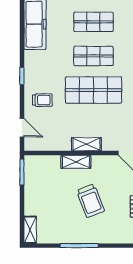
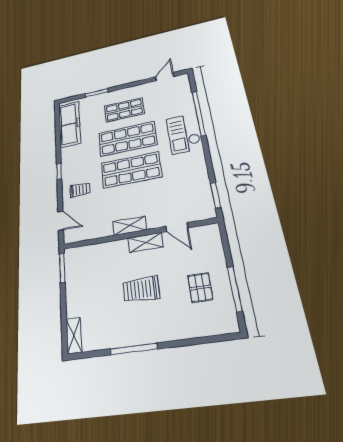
shop shelf: (93, 56) -> (128, 139), width x1.43, depth x1.36
shelving: (76, 162) -> (145, 242), moved
trolley: (90, 201) -> (141, 289), turned 111

